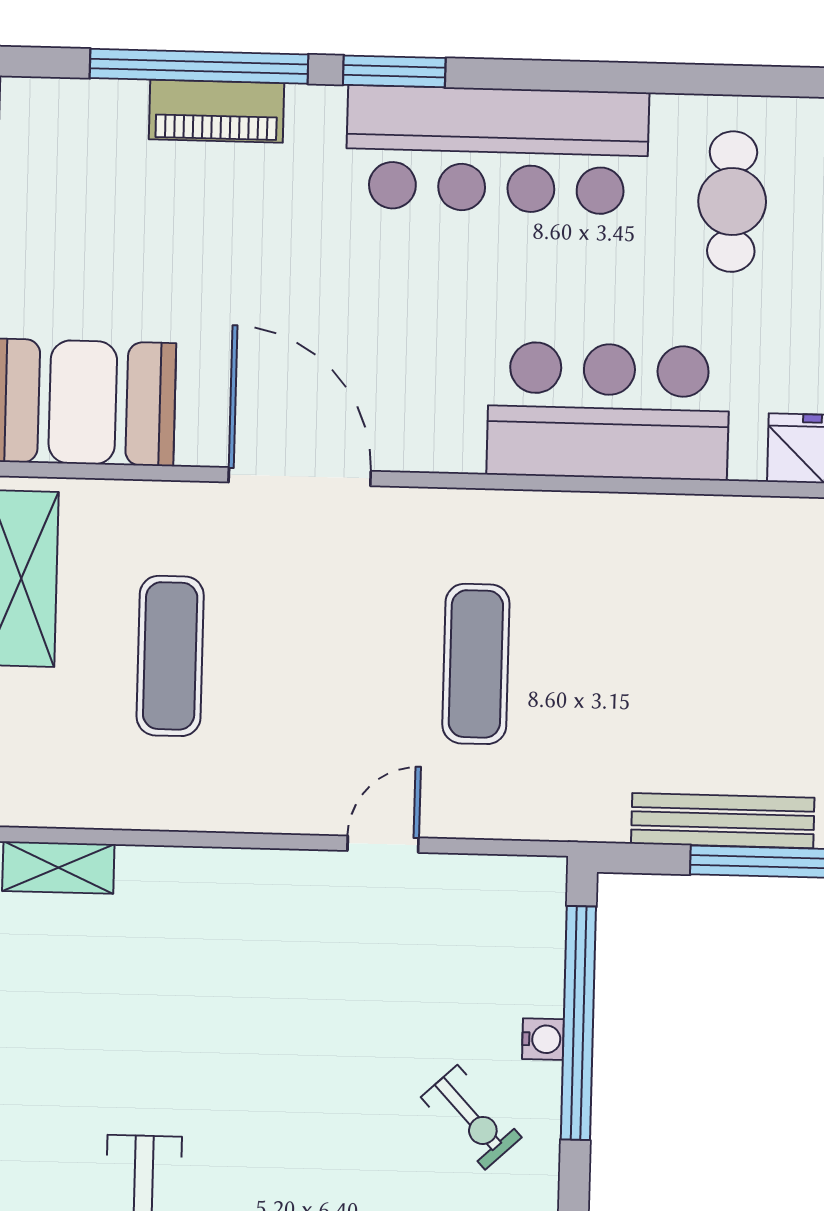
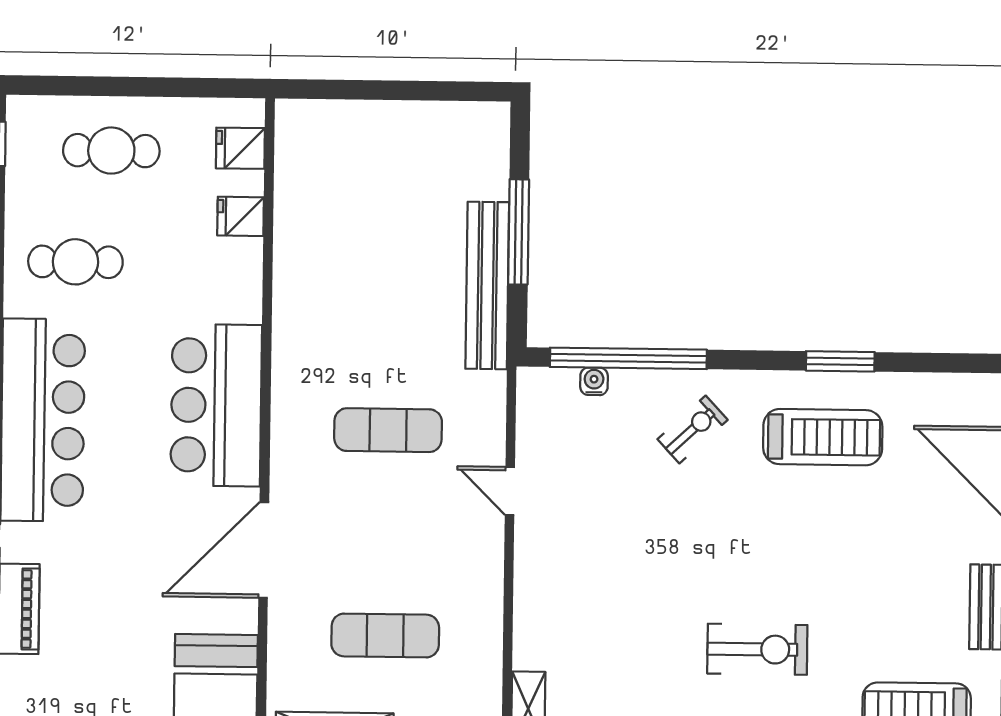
bar counter: (608, 411) -> (216, 405), moved
bench: (723, 821) -> (487, 285), width x1.37, depth x1.21
water cooler: (543, 1039) -> (594, 381), moved

